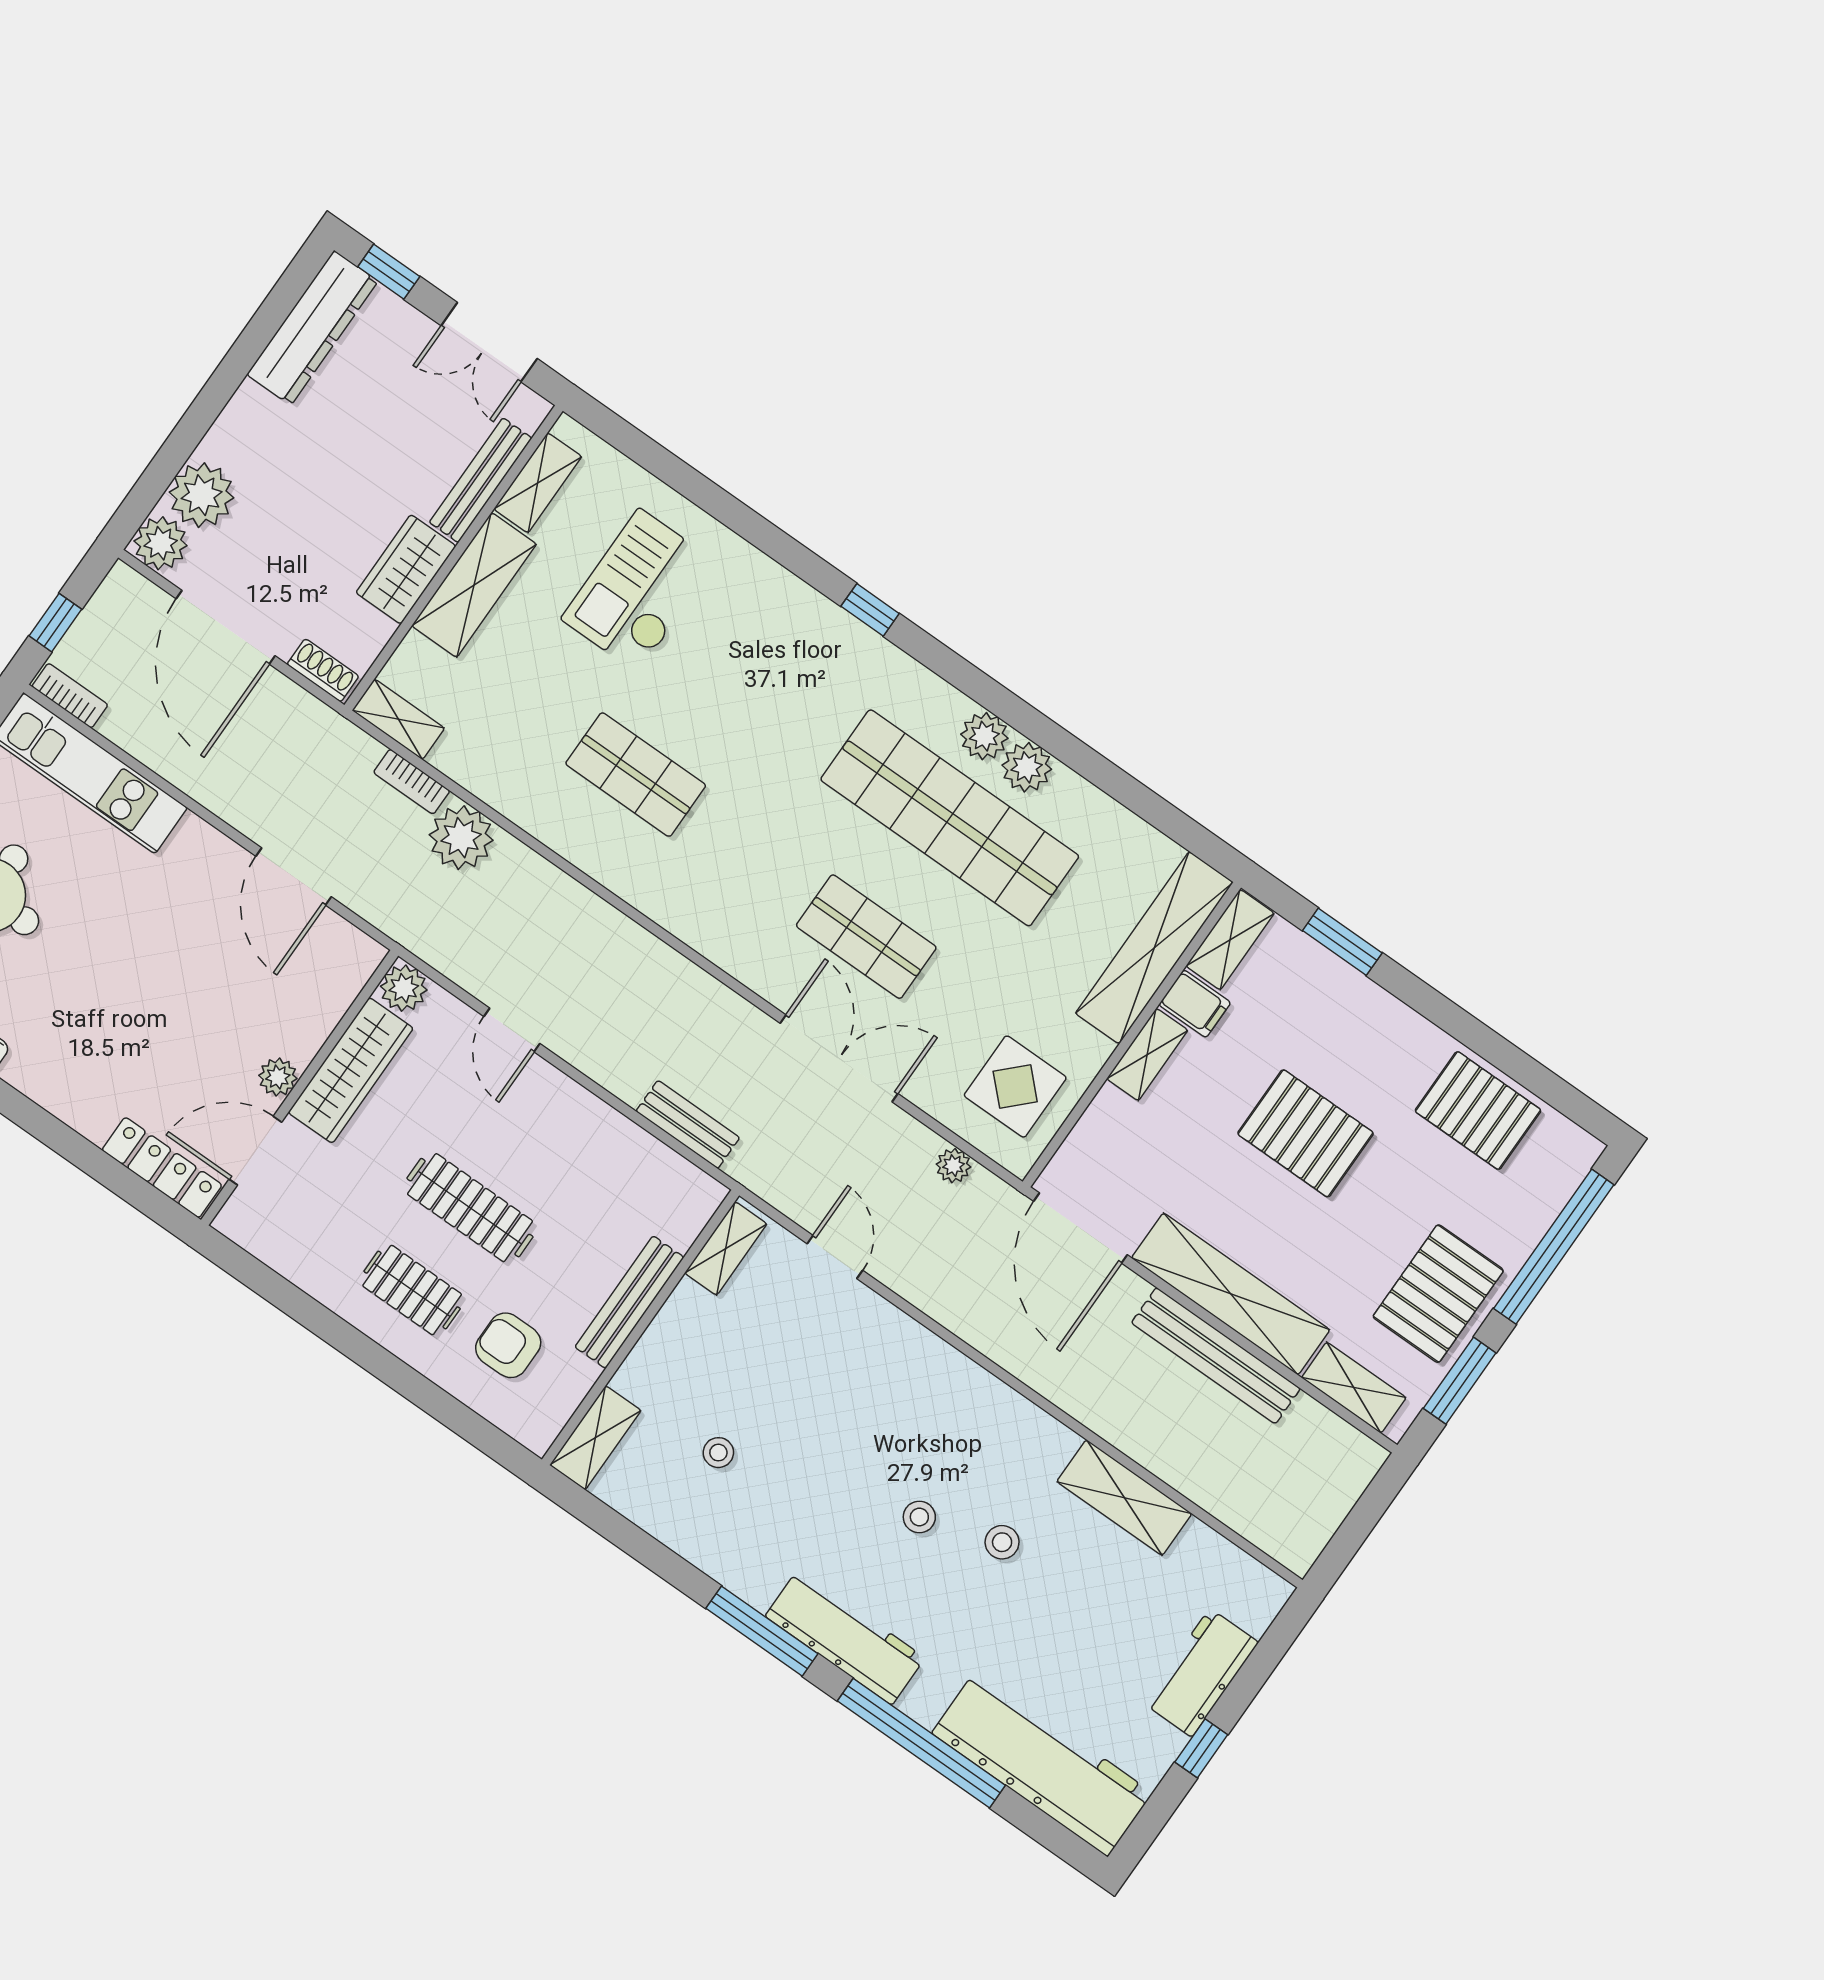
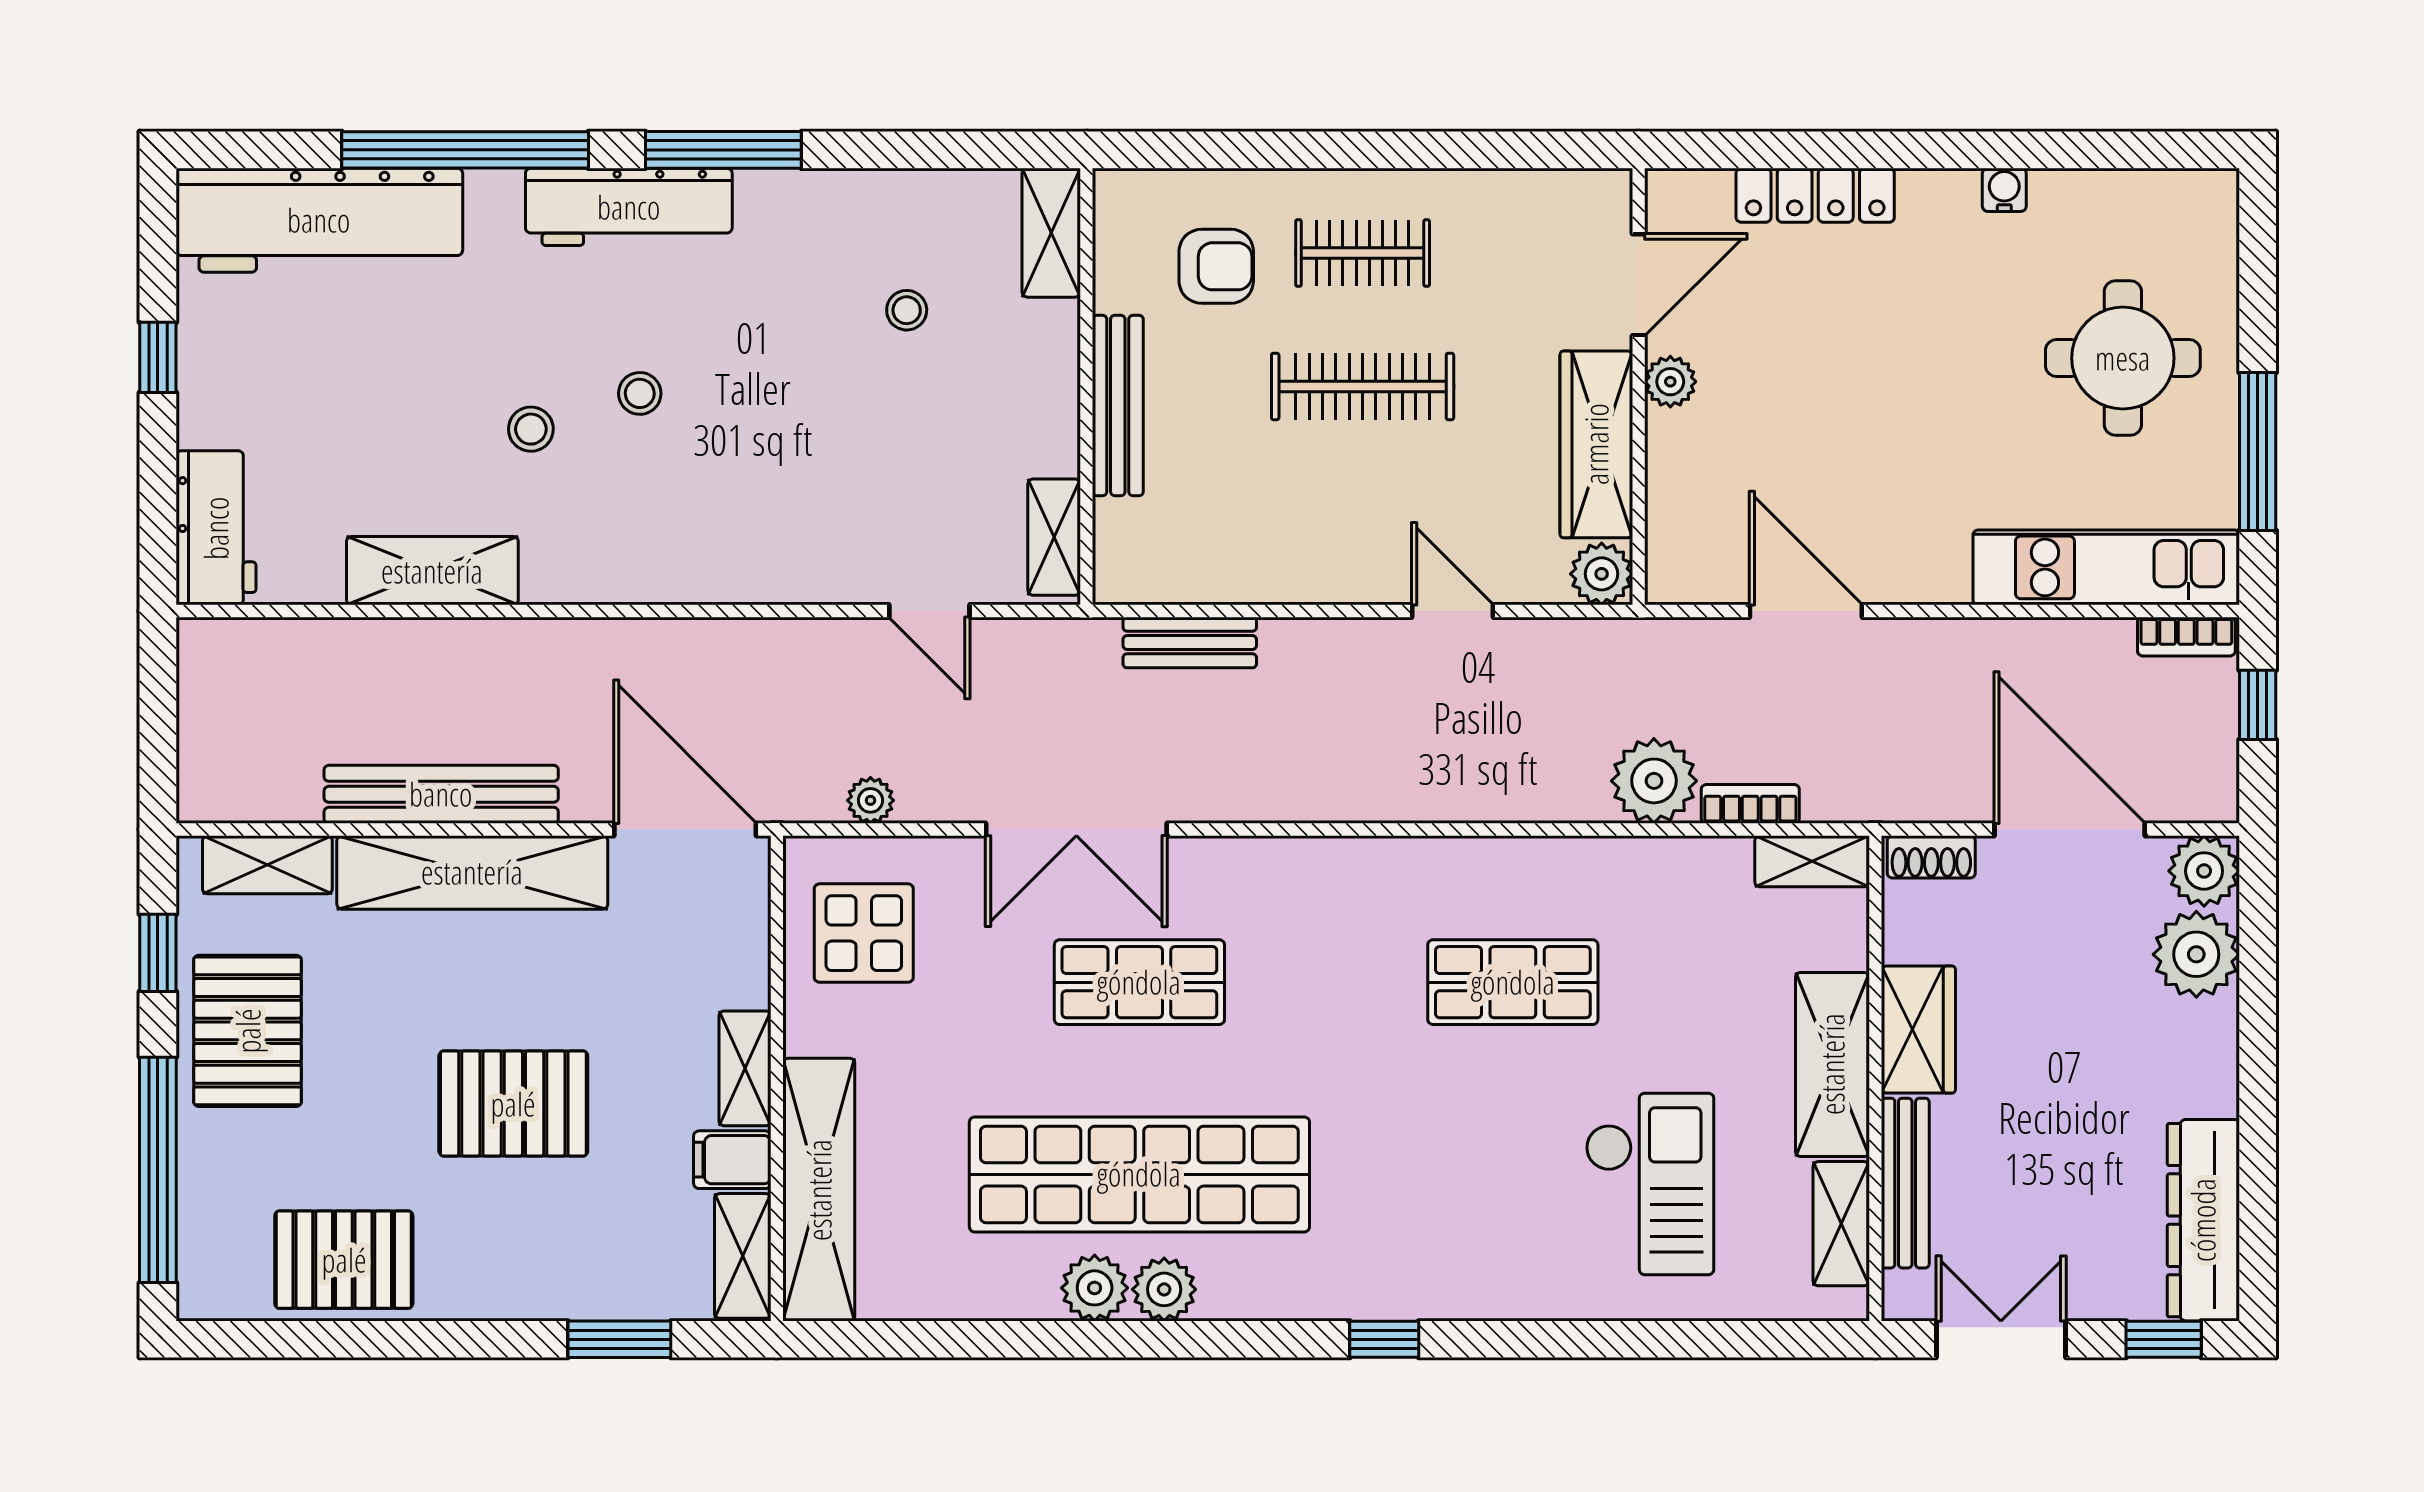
locker: (162, 1168) -> (1815, 195), moved
window: (1460, 1381) -> (158, 953), width x0.67
workbench: (1201, 1673) -> (216, 528), moved

